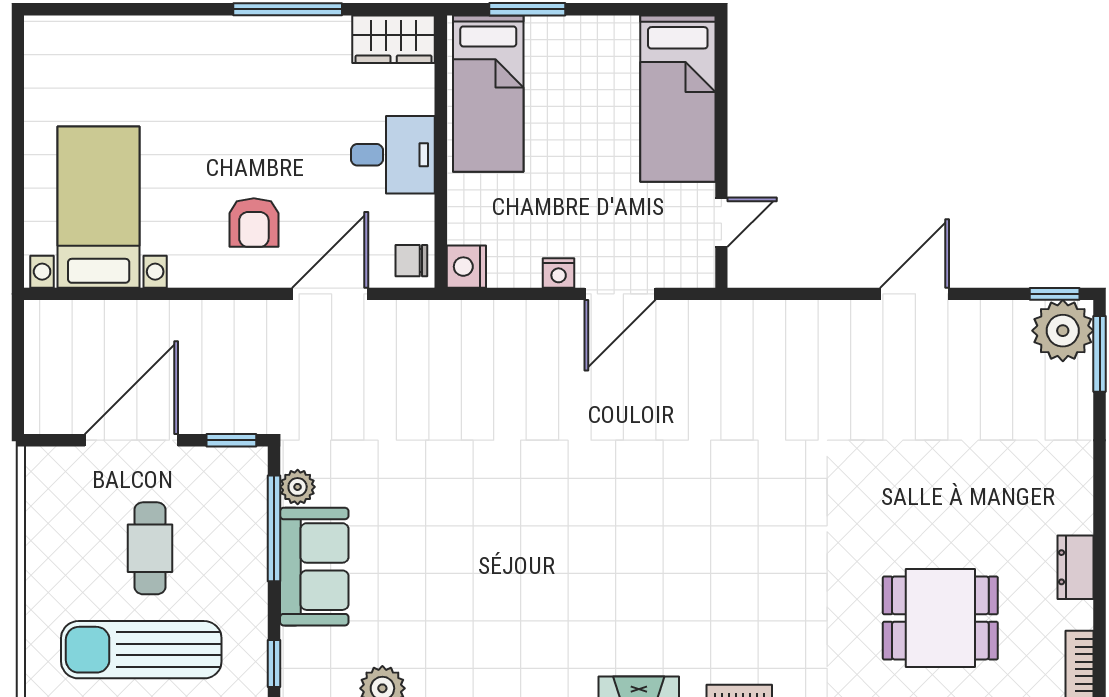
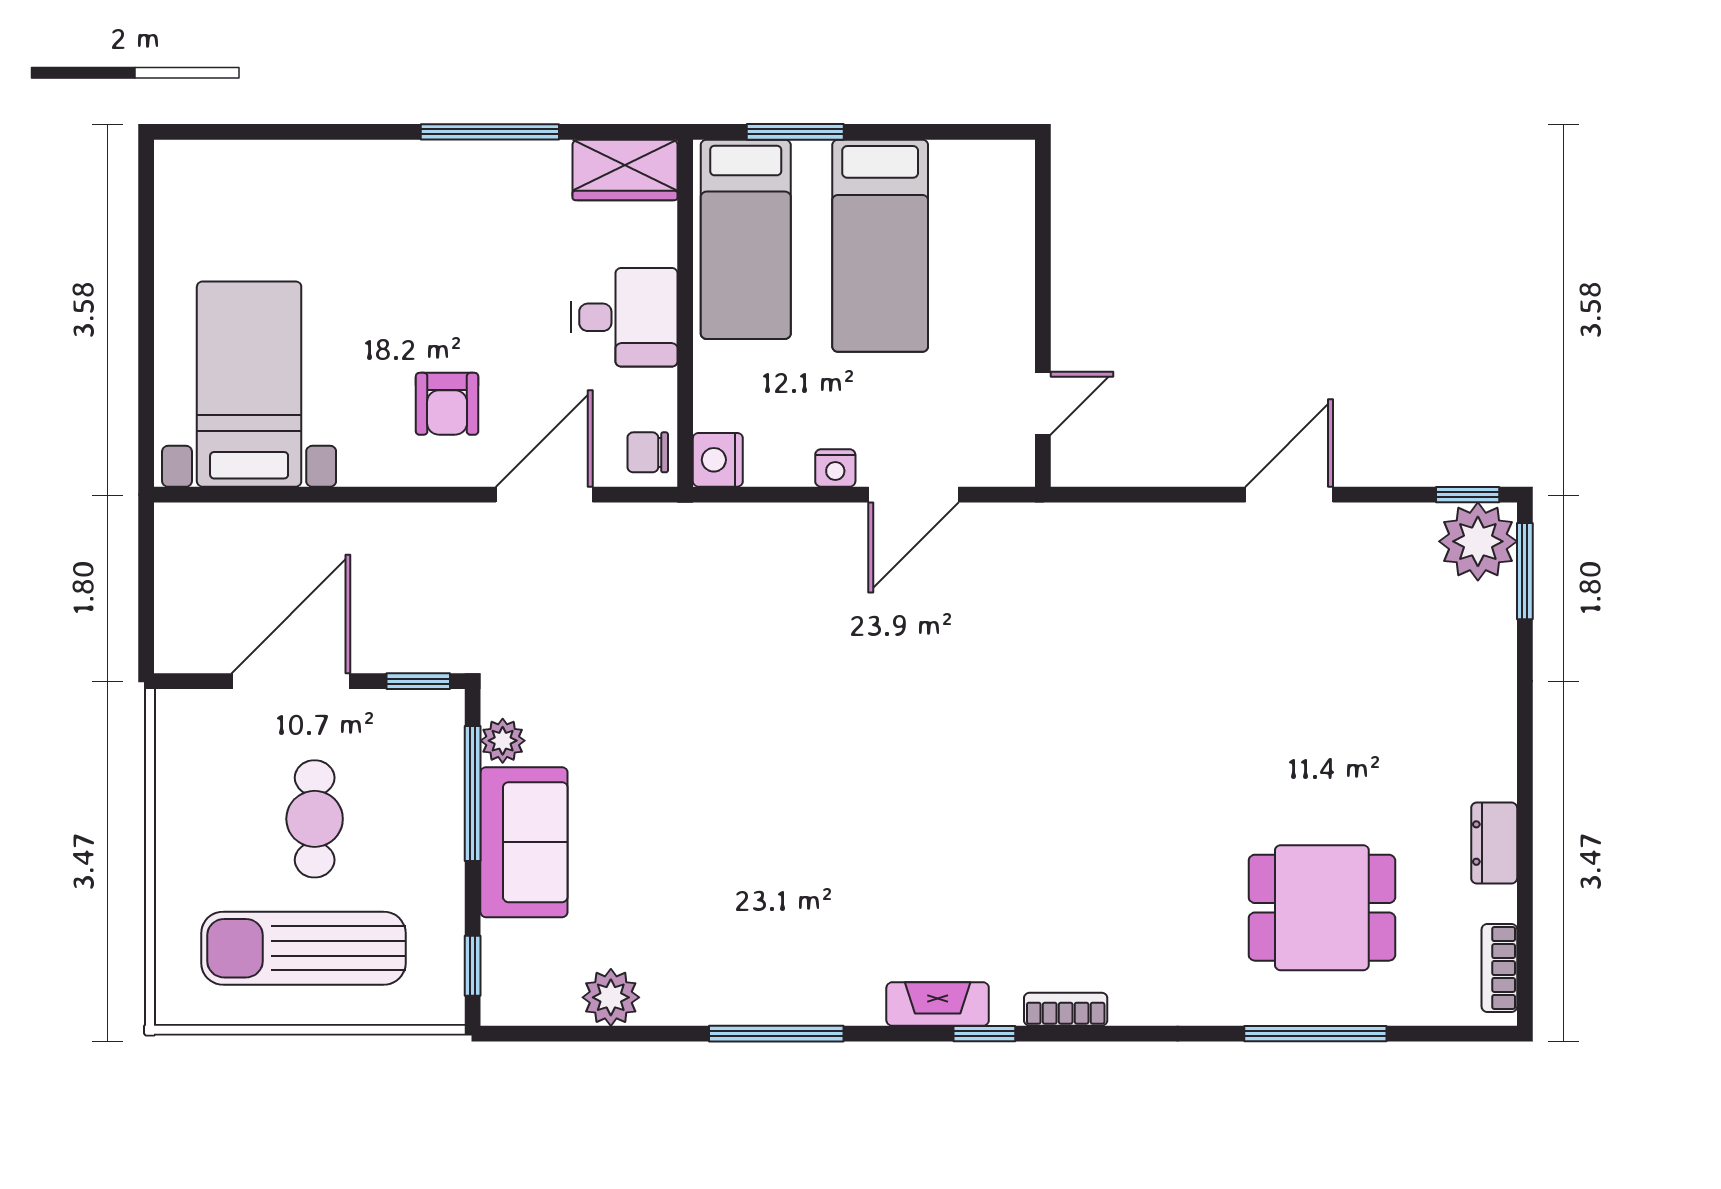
bed: (678, 99) -> (880, 246), moved

